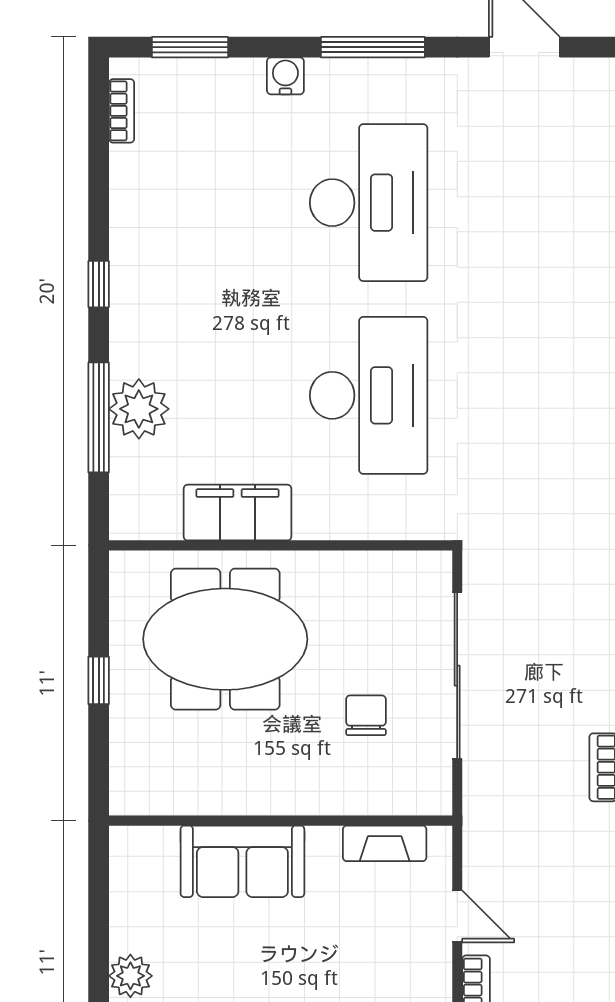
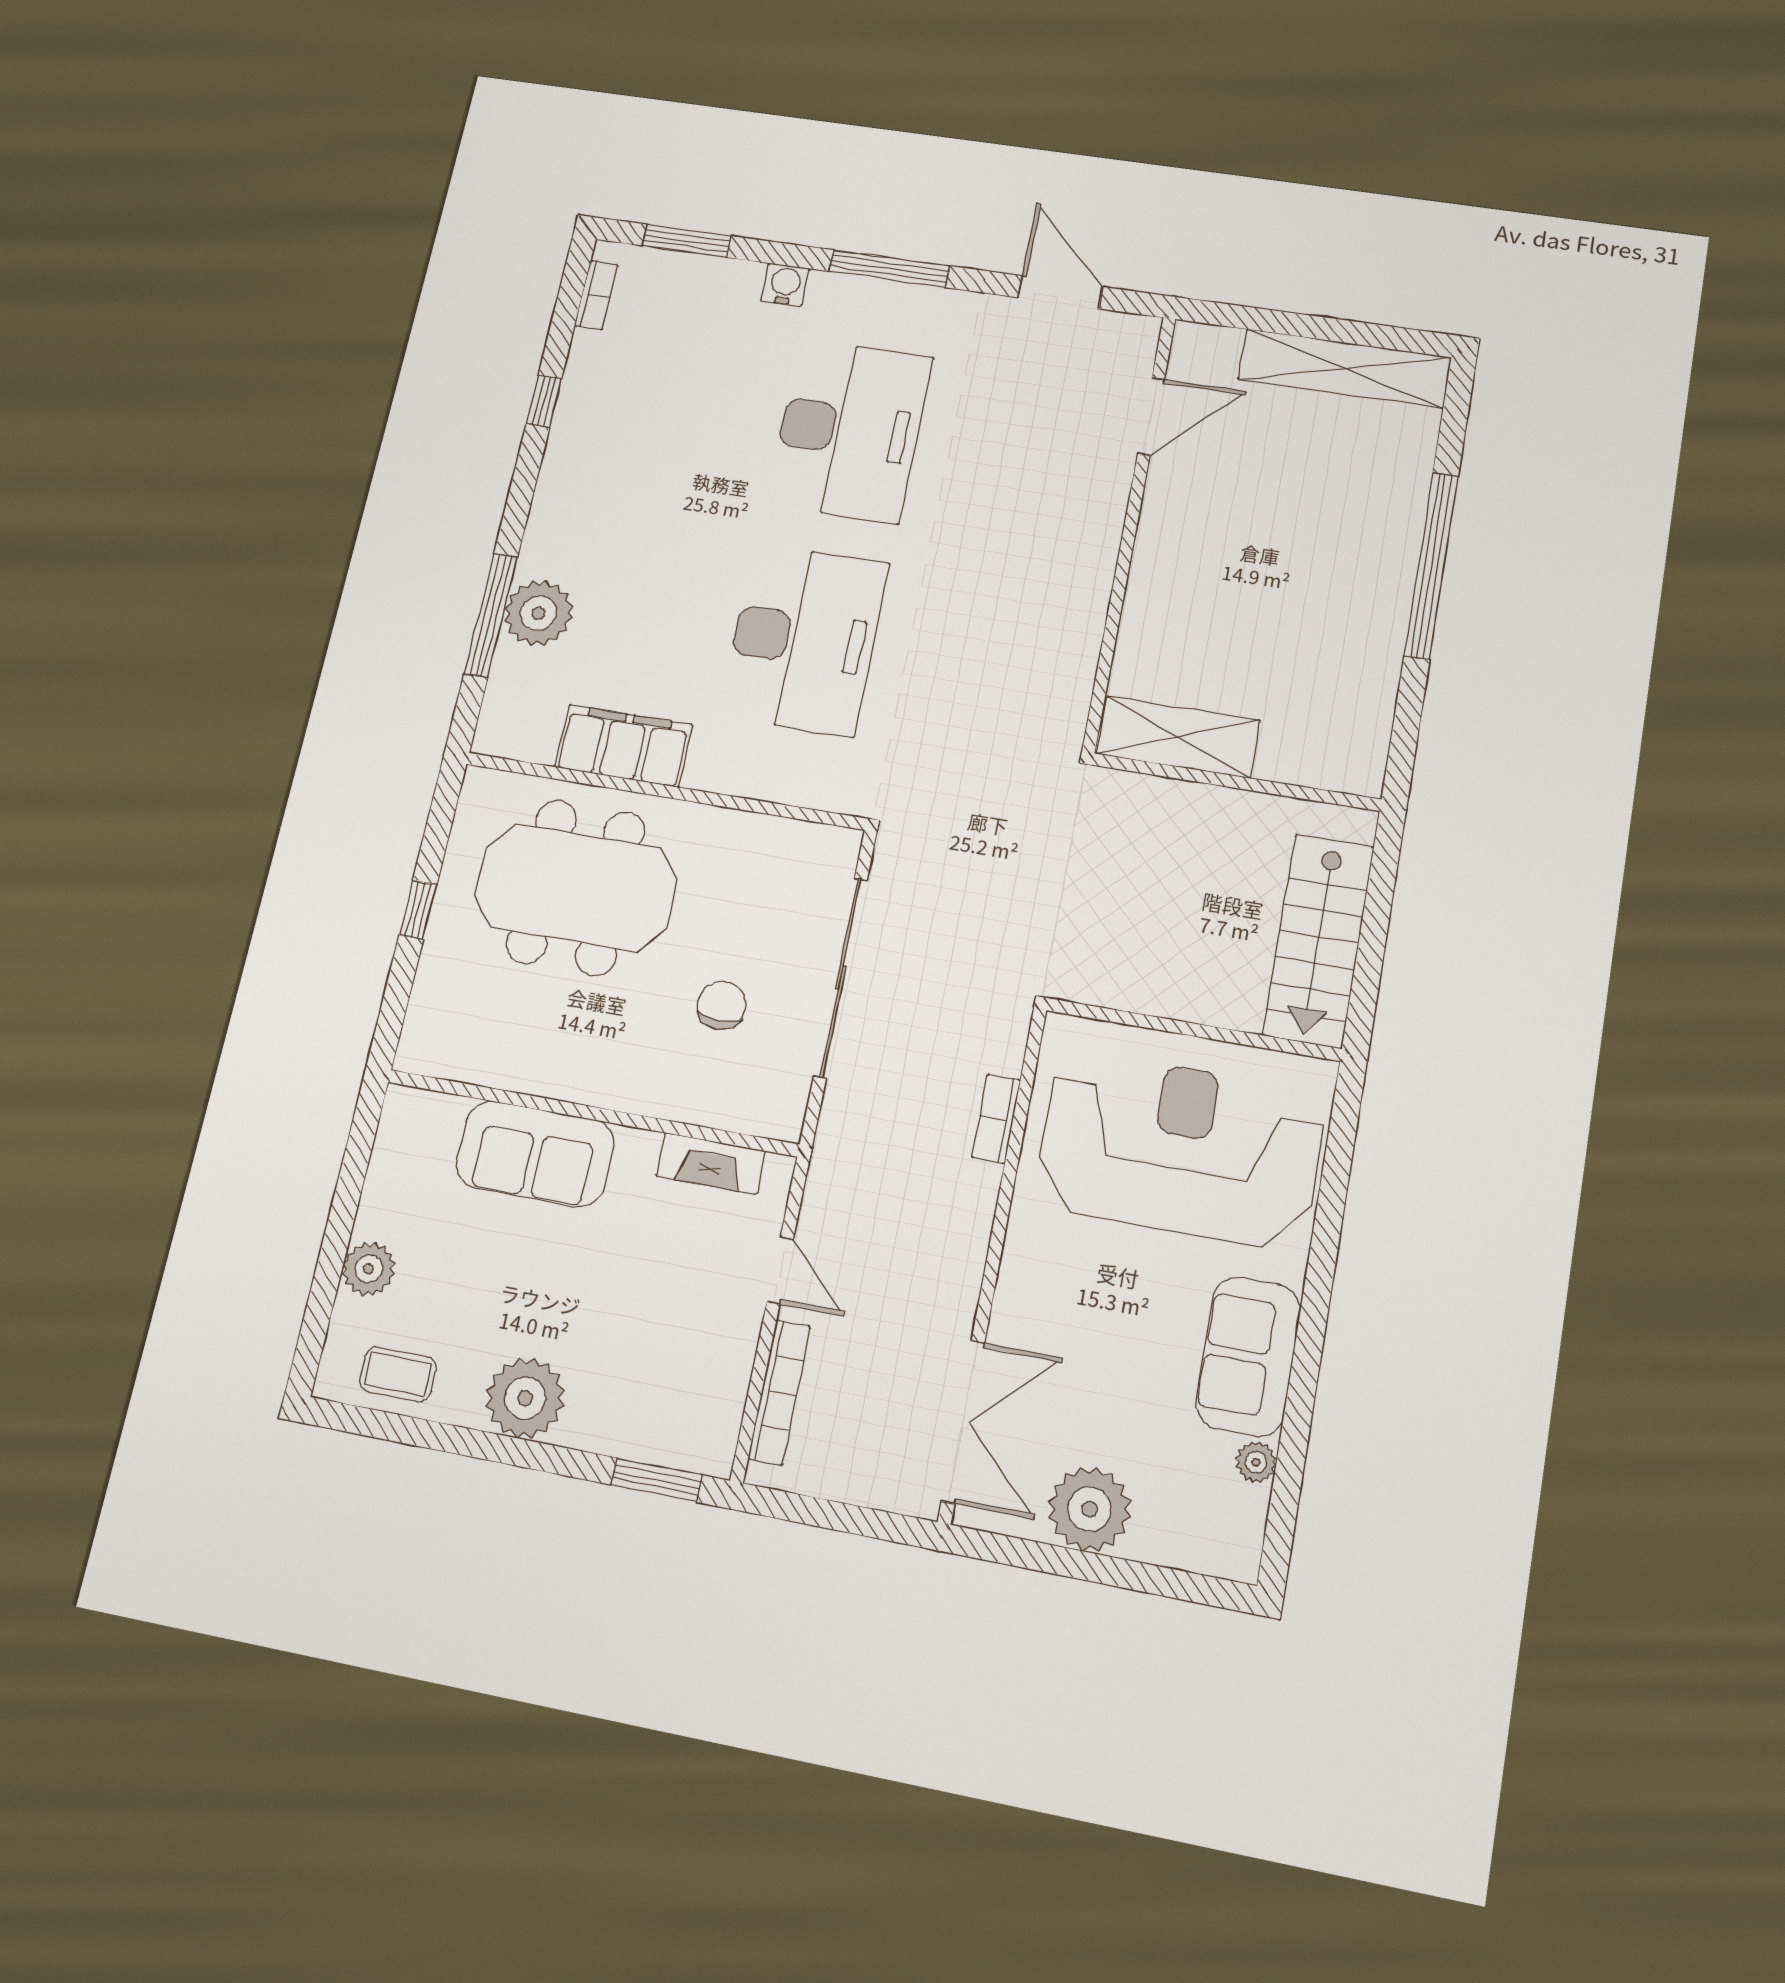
window: (99, 284) -> (544, 401), moved

